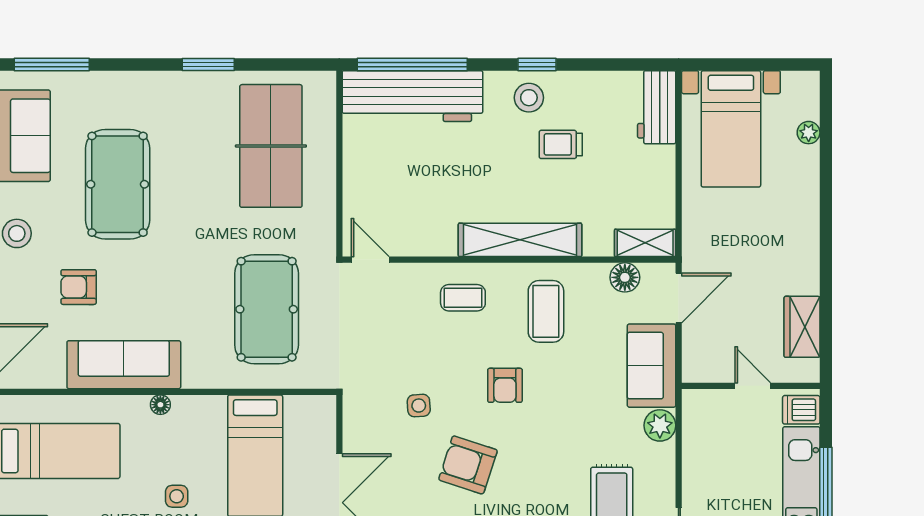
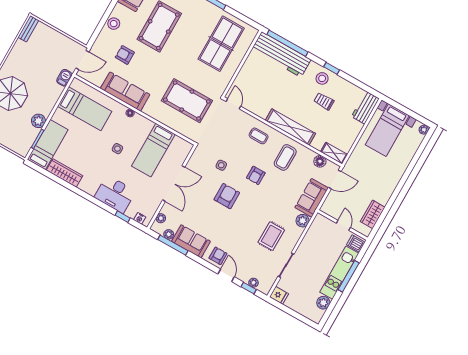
plant: (809, 133) -> (424, 130), moved
pool table: (267, 309) -> (187, 101), turned 90
armchair: (468, 465) -> (227, 196), turned 72

